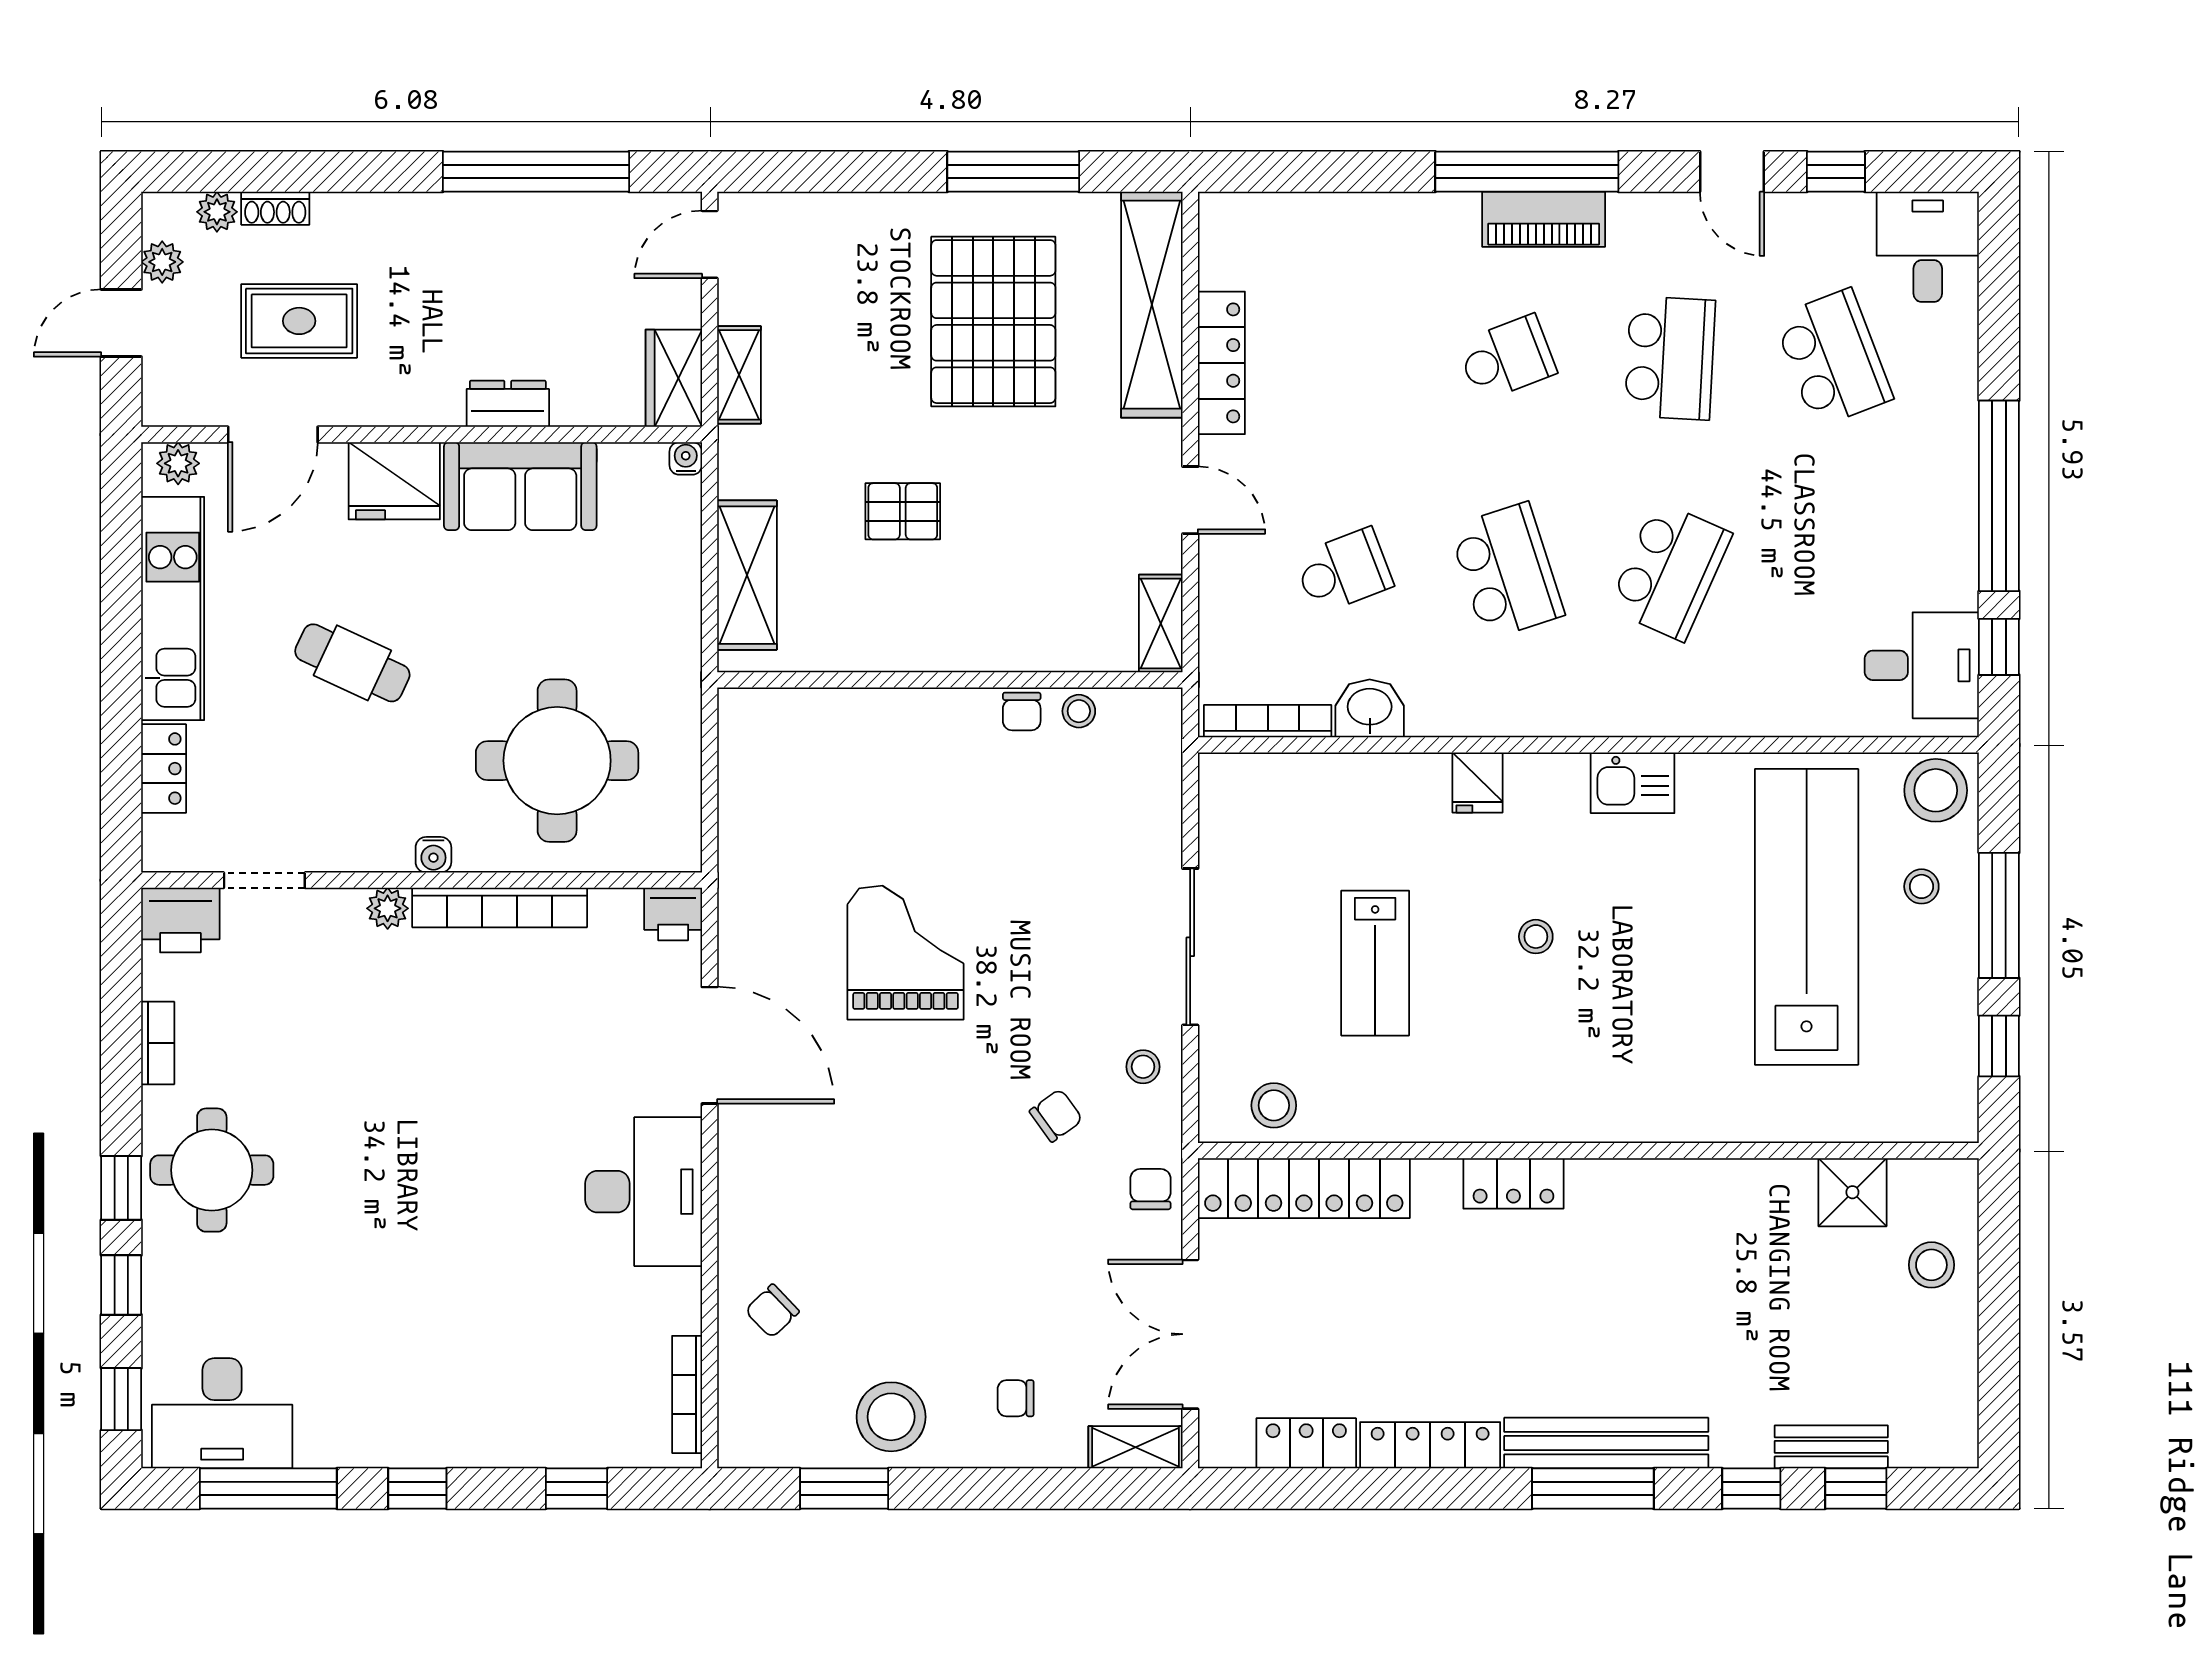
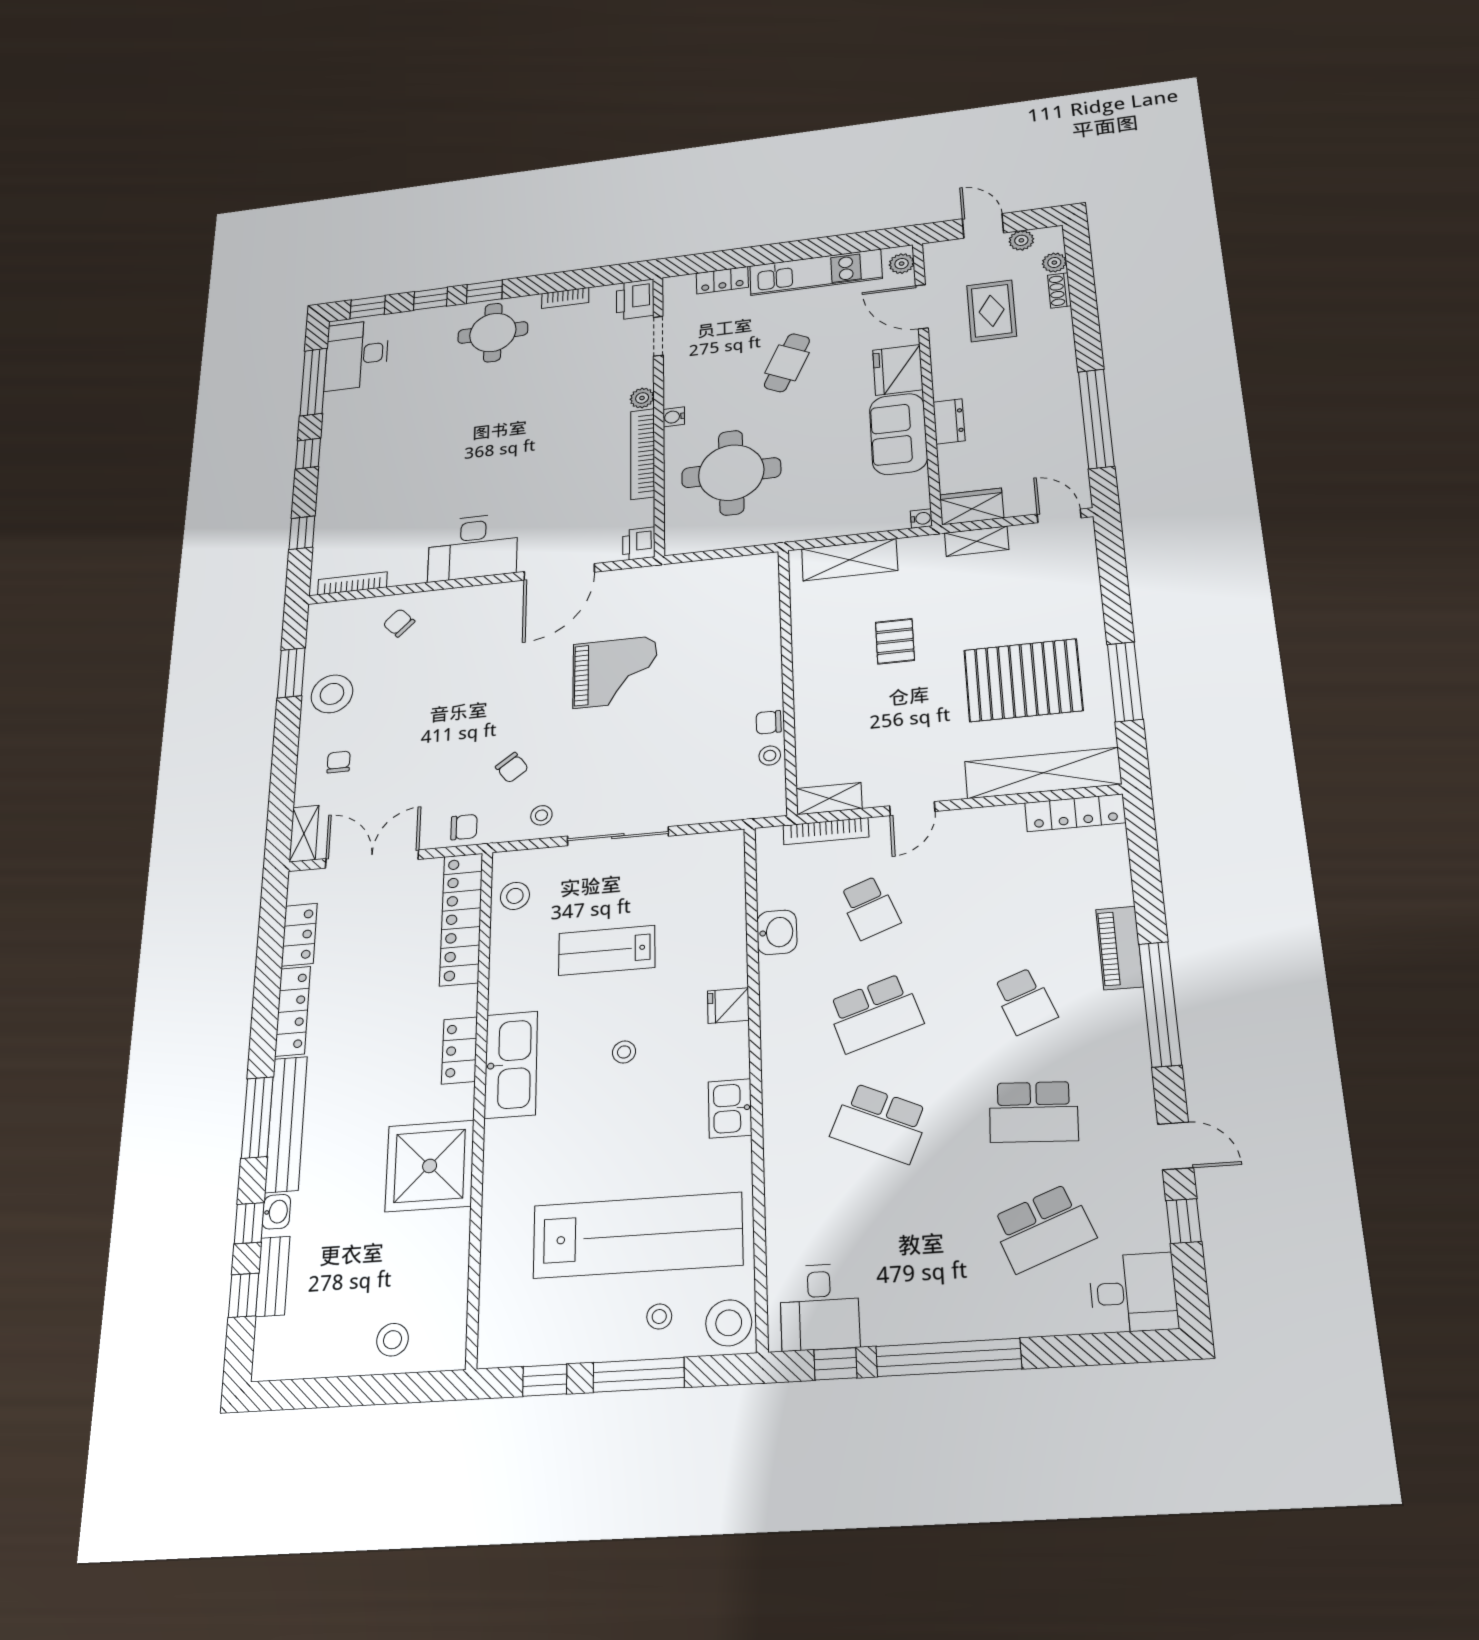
door: (1732, 172) -> (1175, 1146), swing flipped
piano: (1544, 219) -> (1120, 948), moved
locker: (1221, 363) -> (1075, 813), moved
bookcase: (1268, 721) -> (826, 831), moved, turned 90
kitchen sink: (1542, 1105) -> (511, 1065), added
shower: (1852, 1192) -> (430, 1166), moved, width x1.86, depth x1.86
washbasin: (1737, 1448) -> (276, 1212), added

